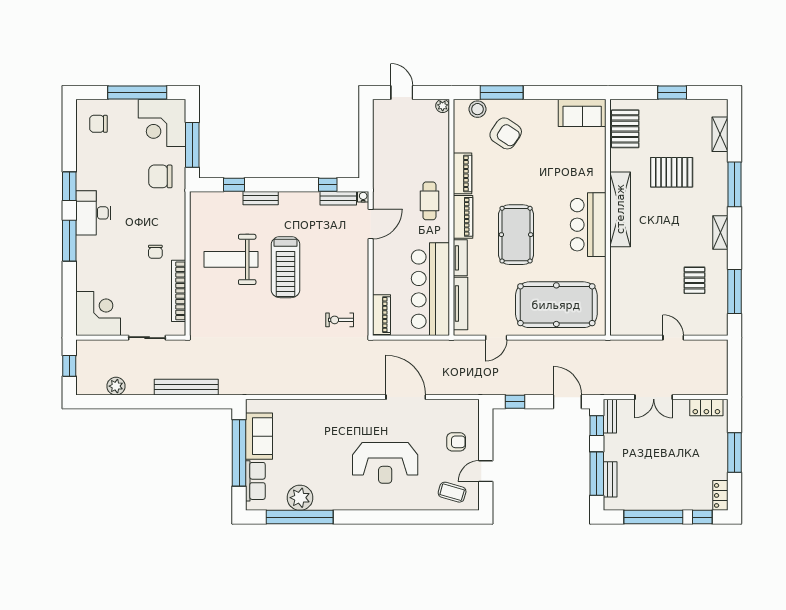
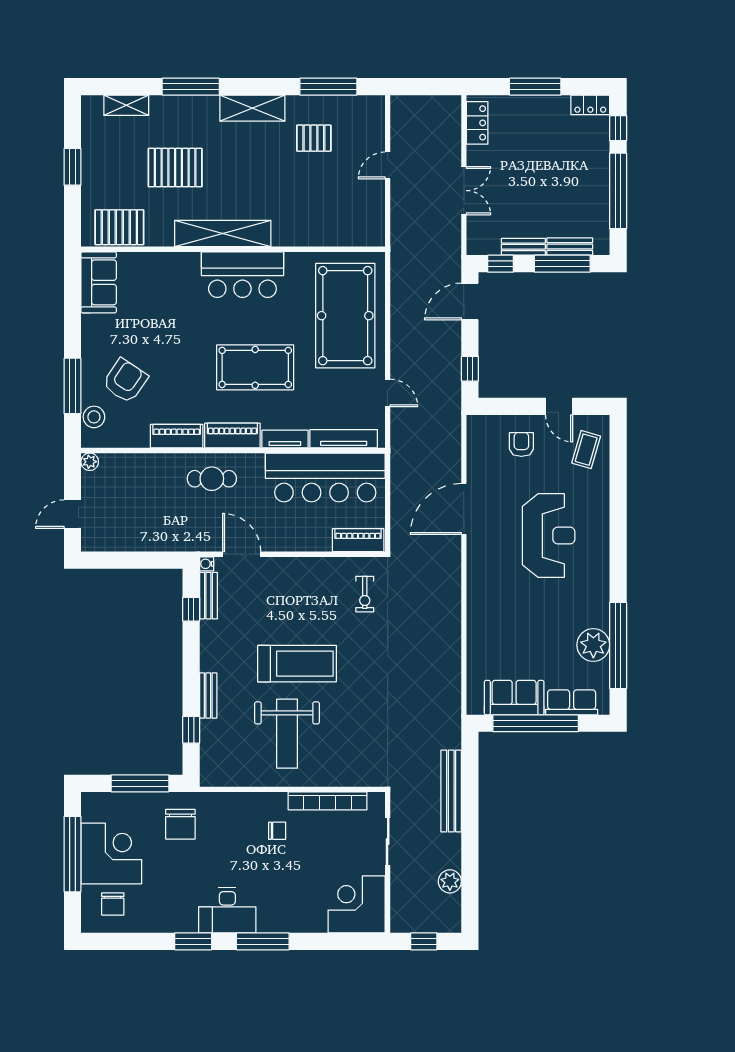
corner desk: (162, 123) -> (111, 854), moved, turned -90
pallet: (672, 172) -> (175, 168), turned 90
shelving: (720, 232) -> (252, 108), width x1.50, depth x1.33
bench: (610, 416) -> (523, 247), moved

